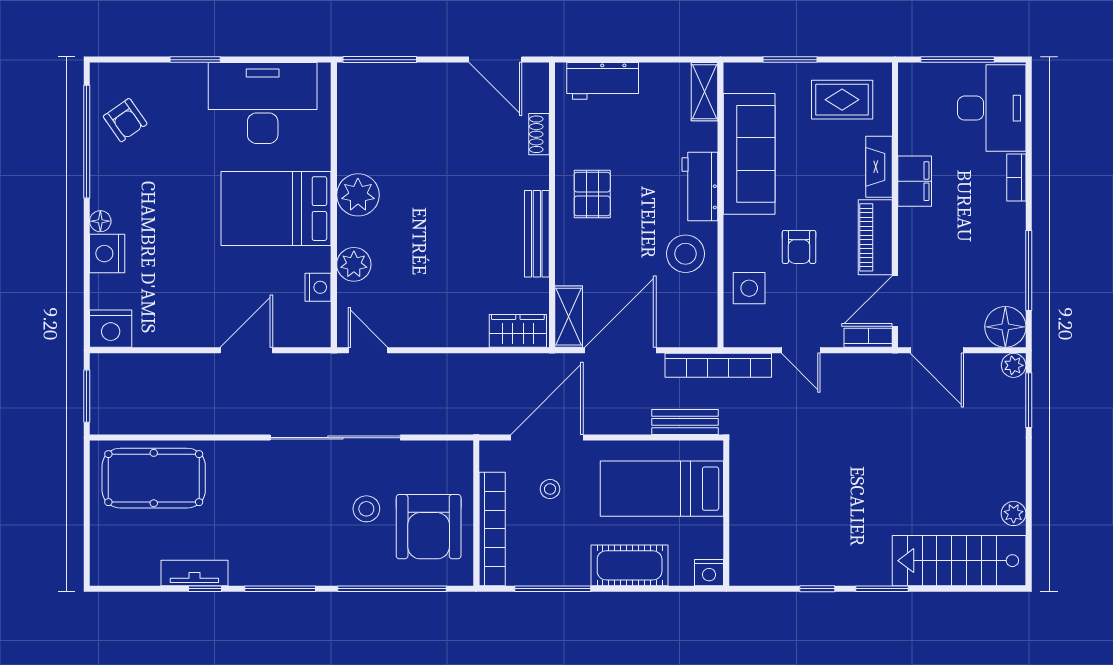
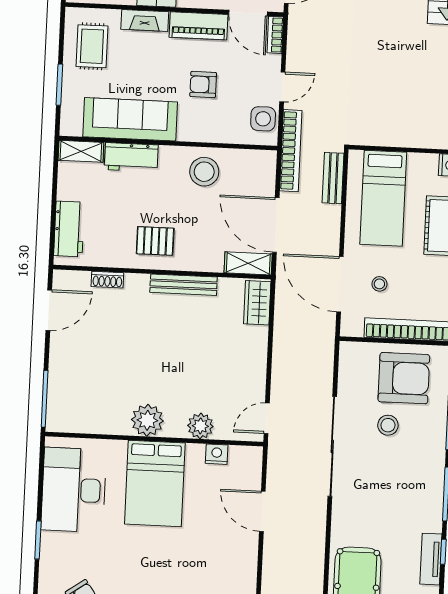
workbench: (700, 187) -> (131, 157), moved
armchair: (799, 247) -> (203, 85), turned 180
side table: (749, 288) -> (263, 119), moved

